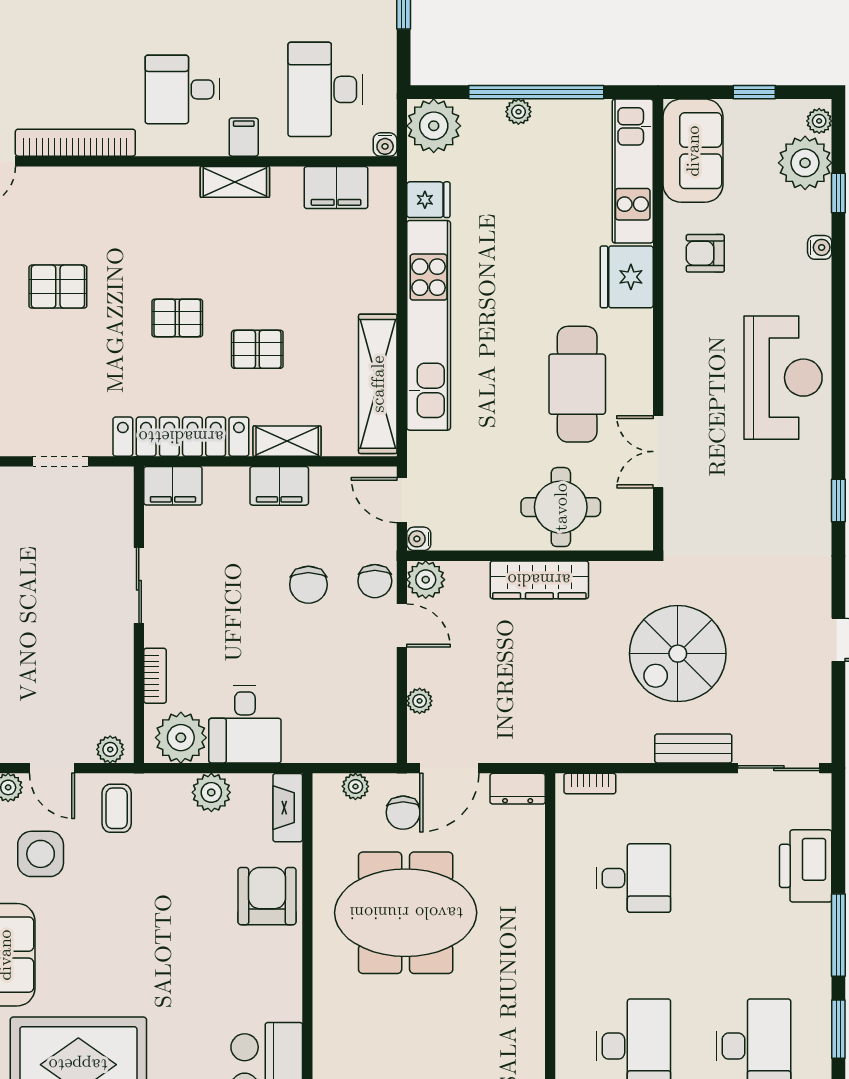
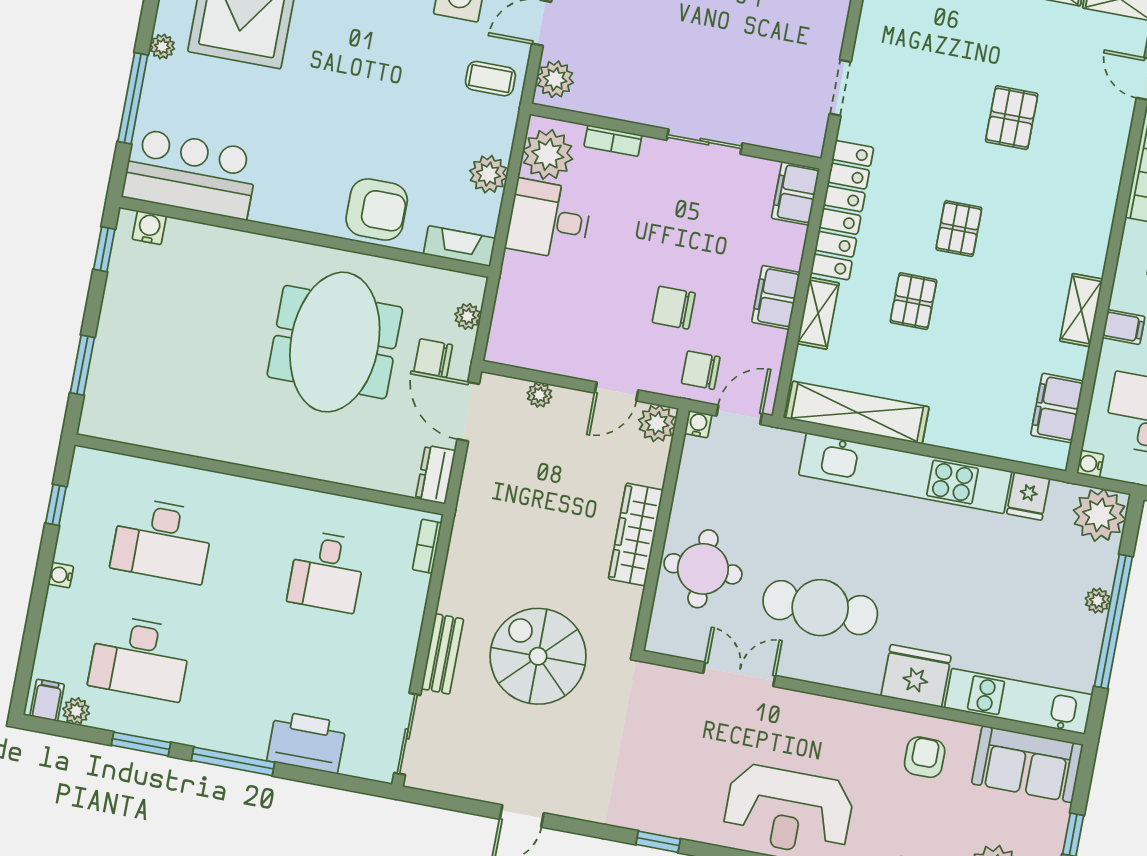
chair: (375, 581) -> (701, 370), moved
plant: (110, 749) -> (555, 79), width x1.38, depth x1.38

